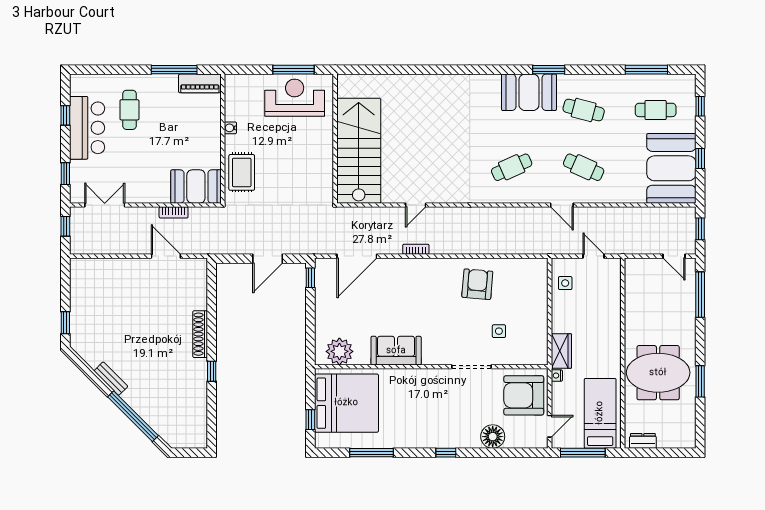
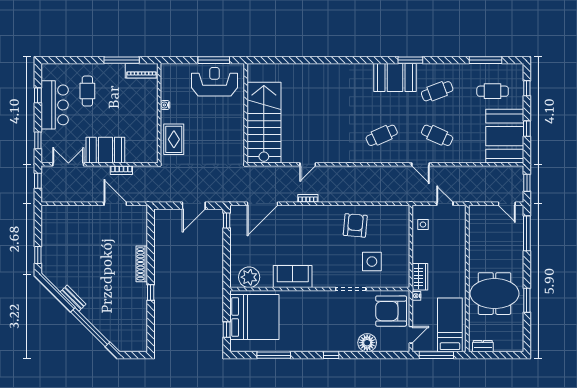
cafe table: (584, 110) -> (437, 91), turned -36
booth: (196, 187) -> (105, 150), moved
side table: (499, 331) -> (372, 262), width x1.87, depth x1.87

